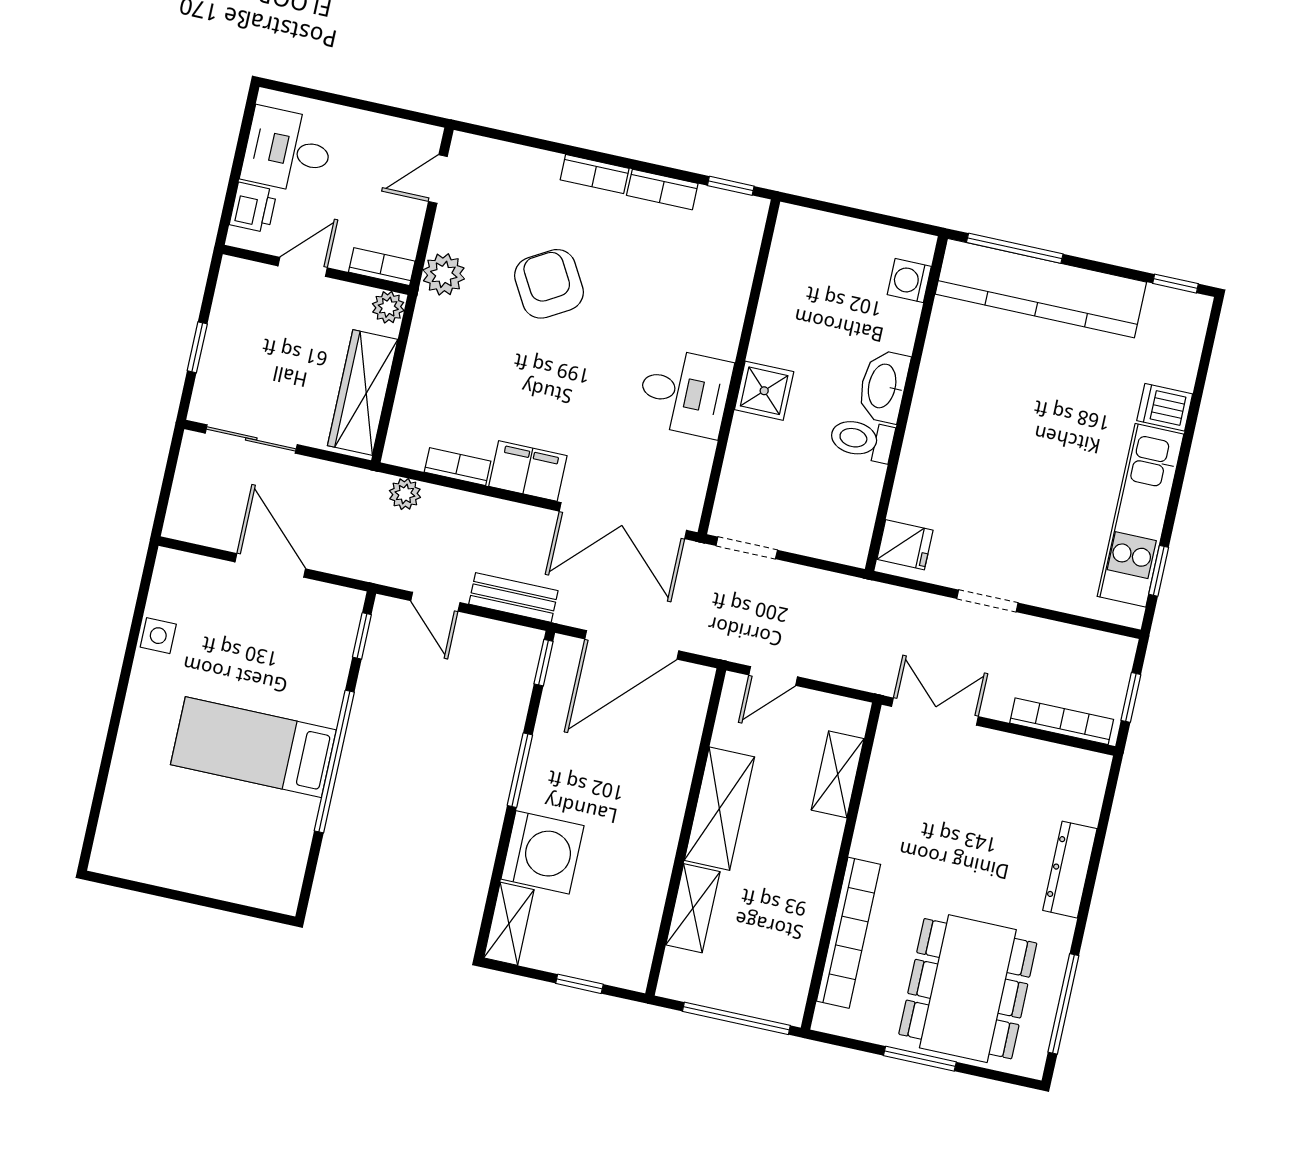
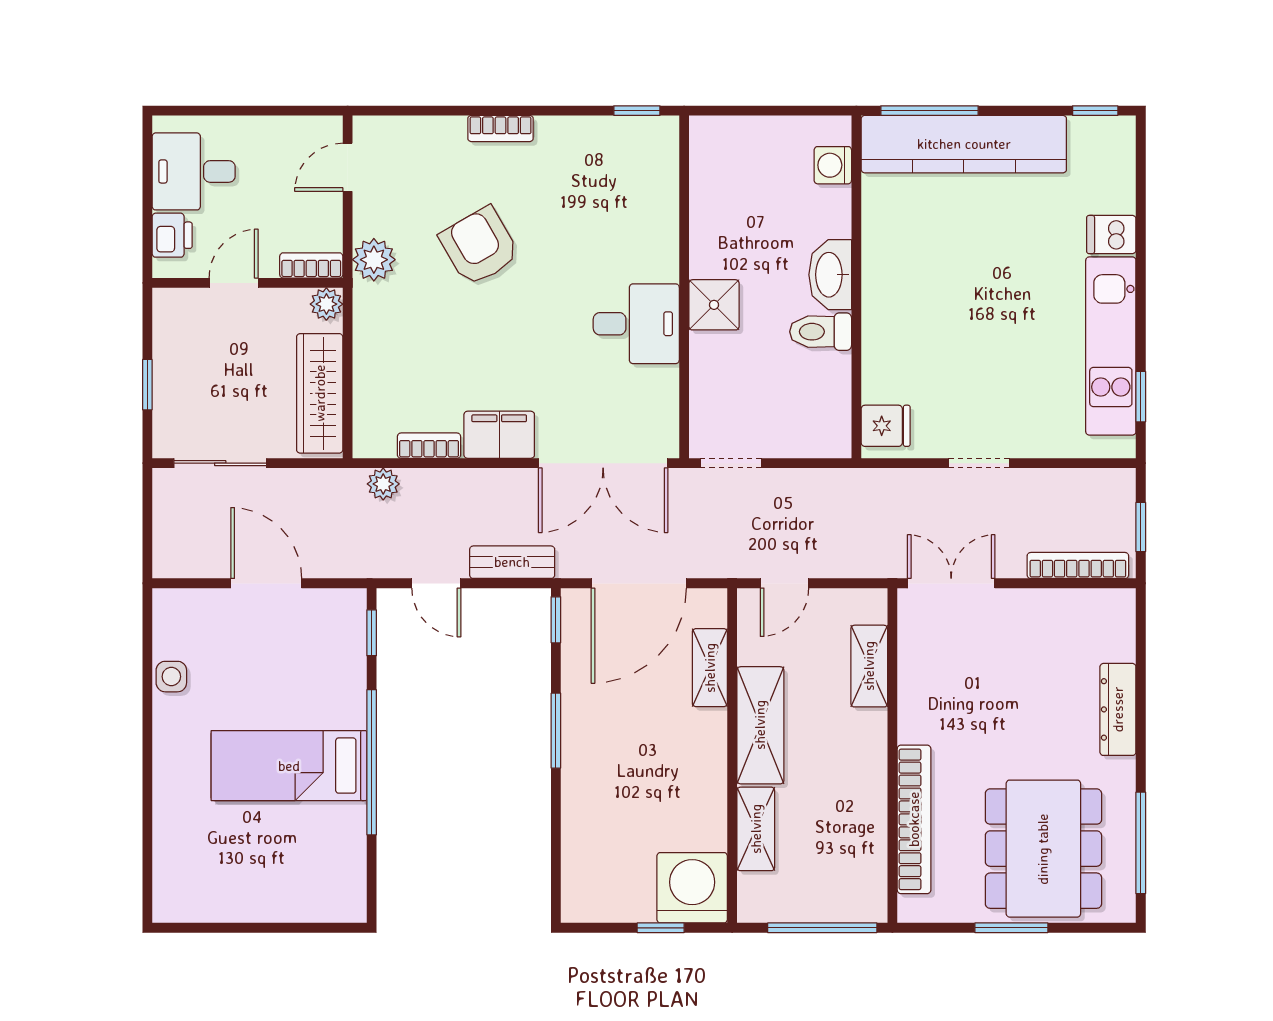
bookcase: (662, 189) -> (570, 129), removed
washing machine: (543, 852) -> (692, 888), moved, turned -90
shelving: (509, 924) -> (710, 668), moved

